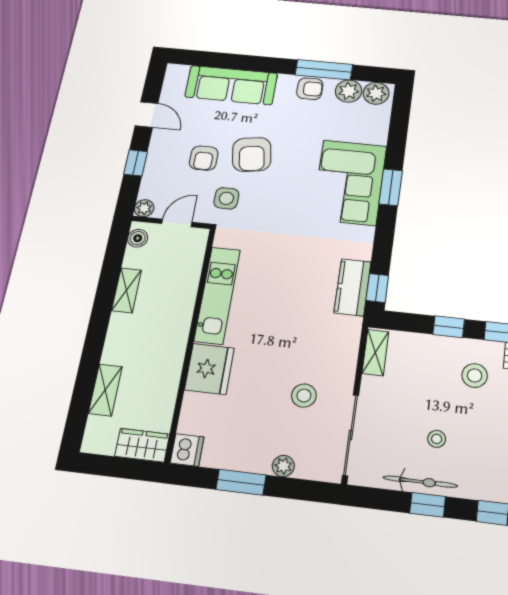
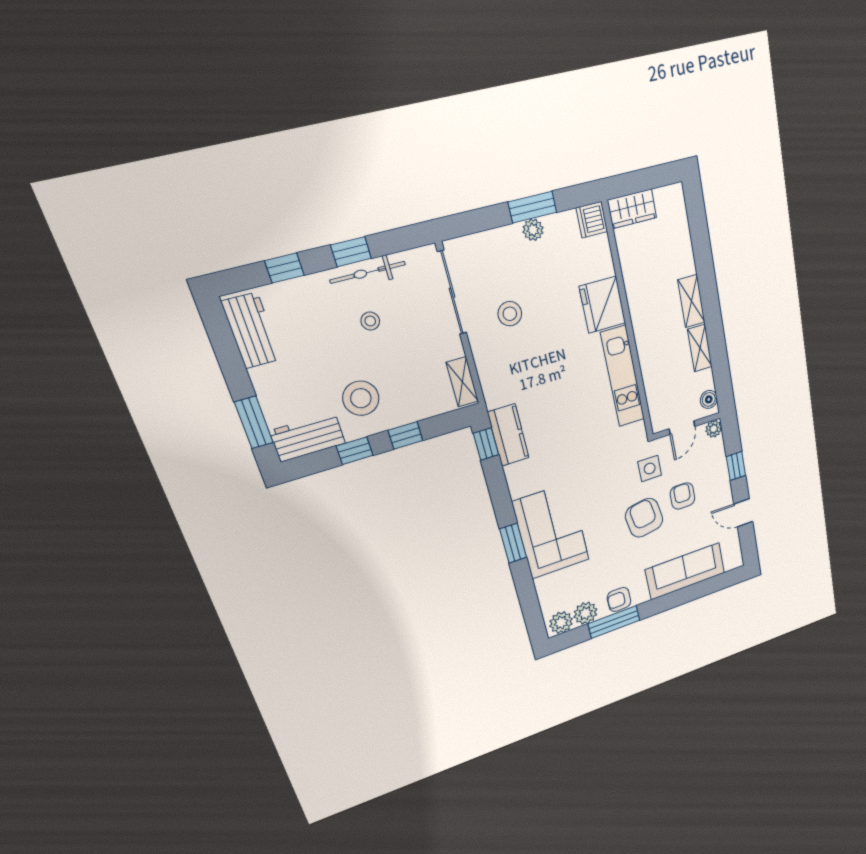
stool: (475, 376) -> (361, 398), width x1.38, depth x1.38
shelving: (105, 390) -> (691, 301), moved
plant: (283, 466) -> (533, 230), moved

